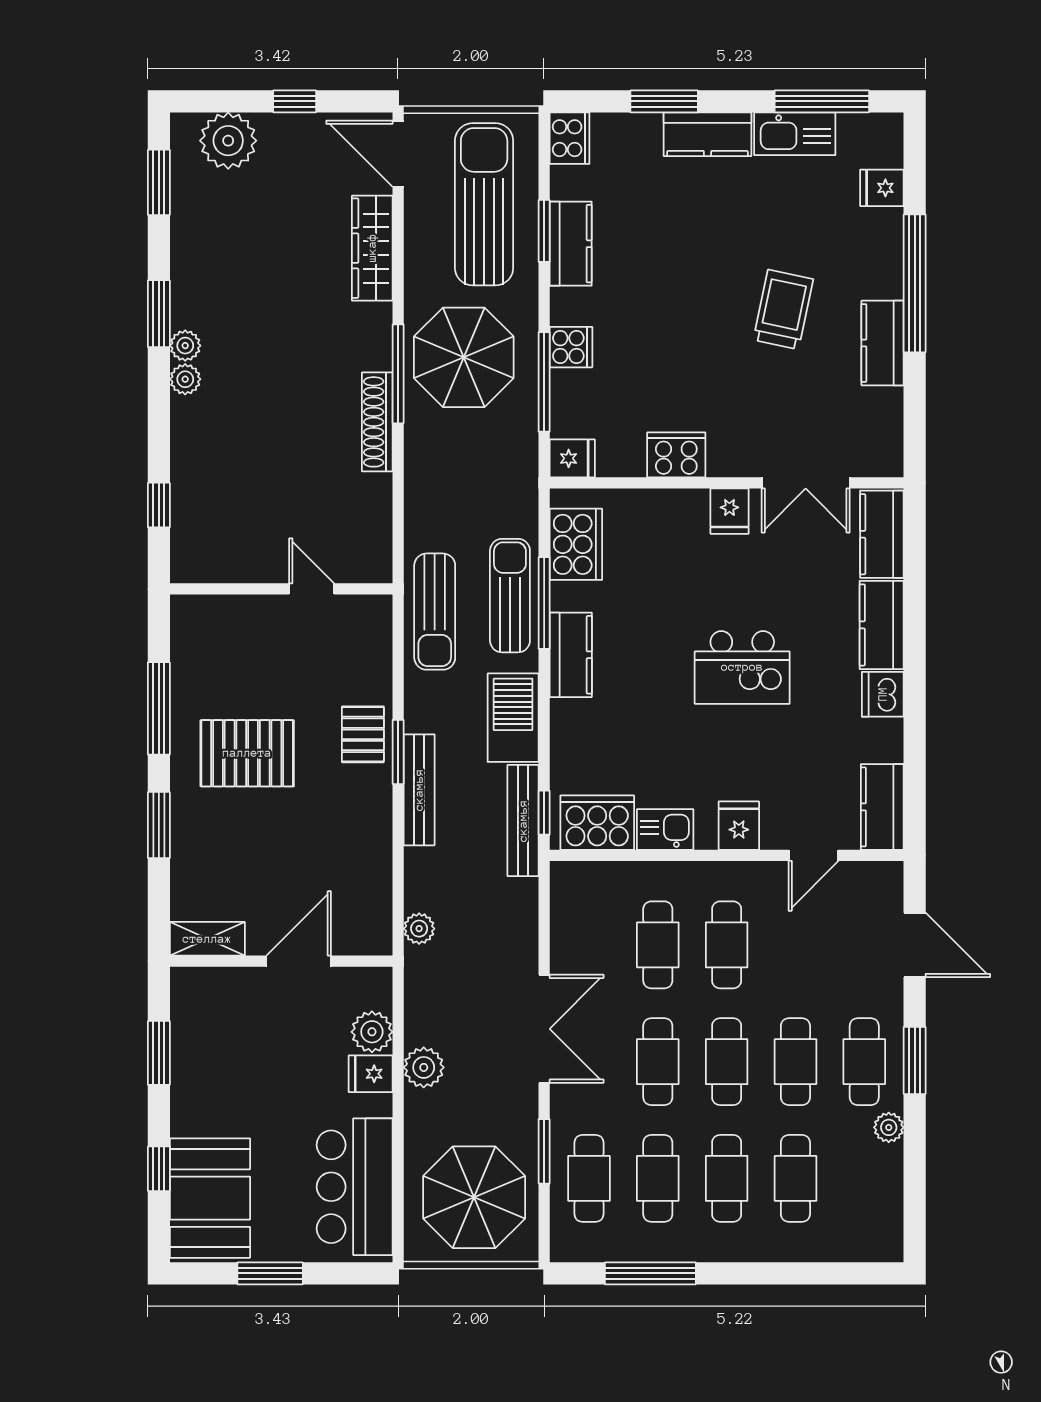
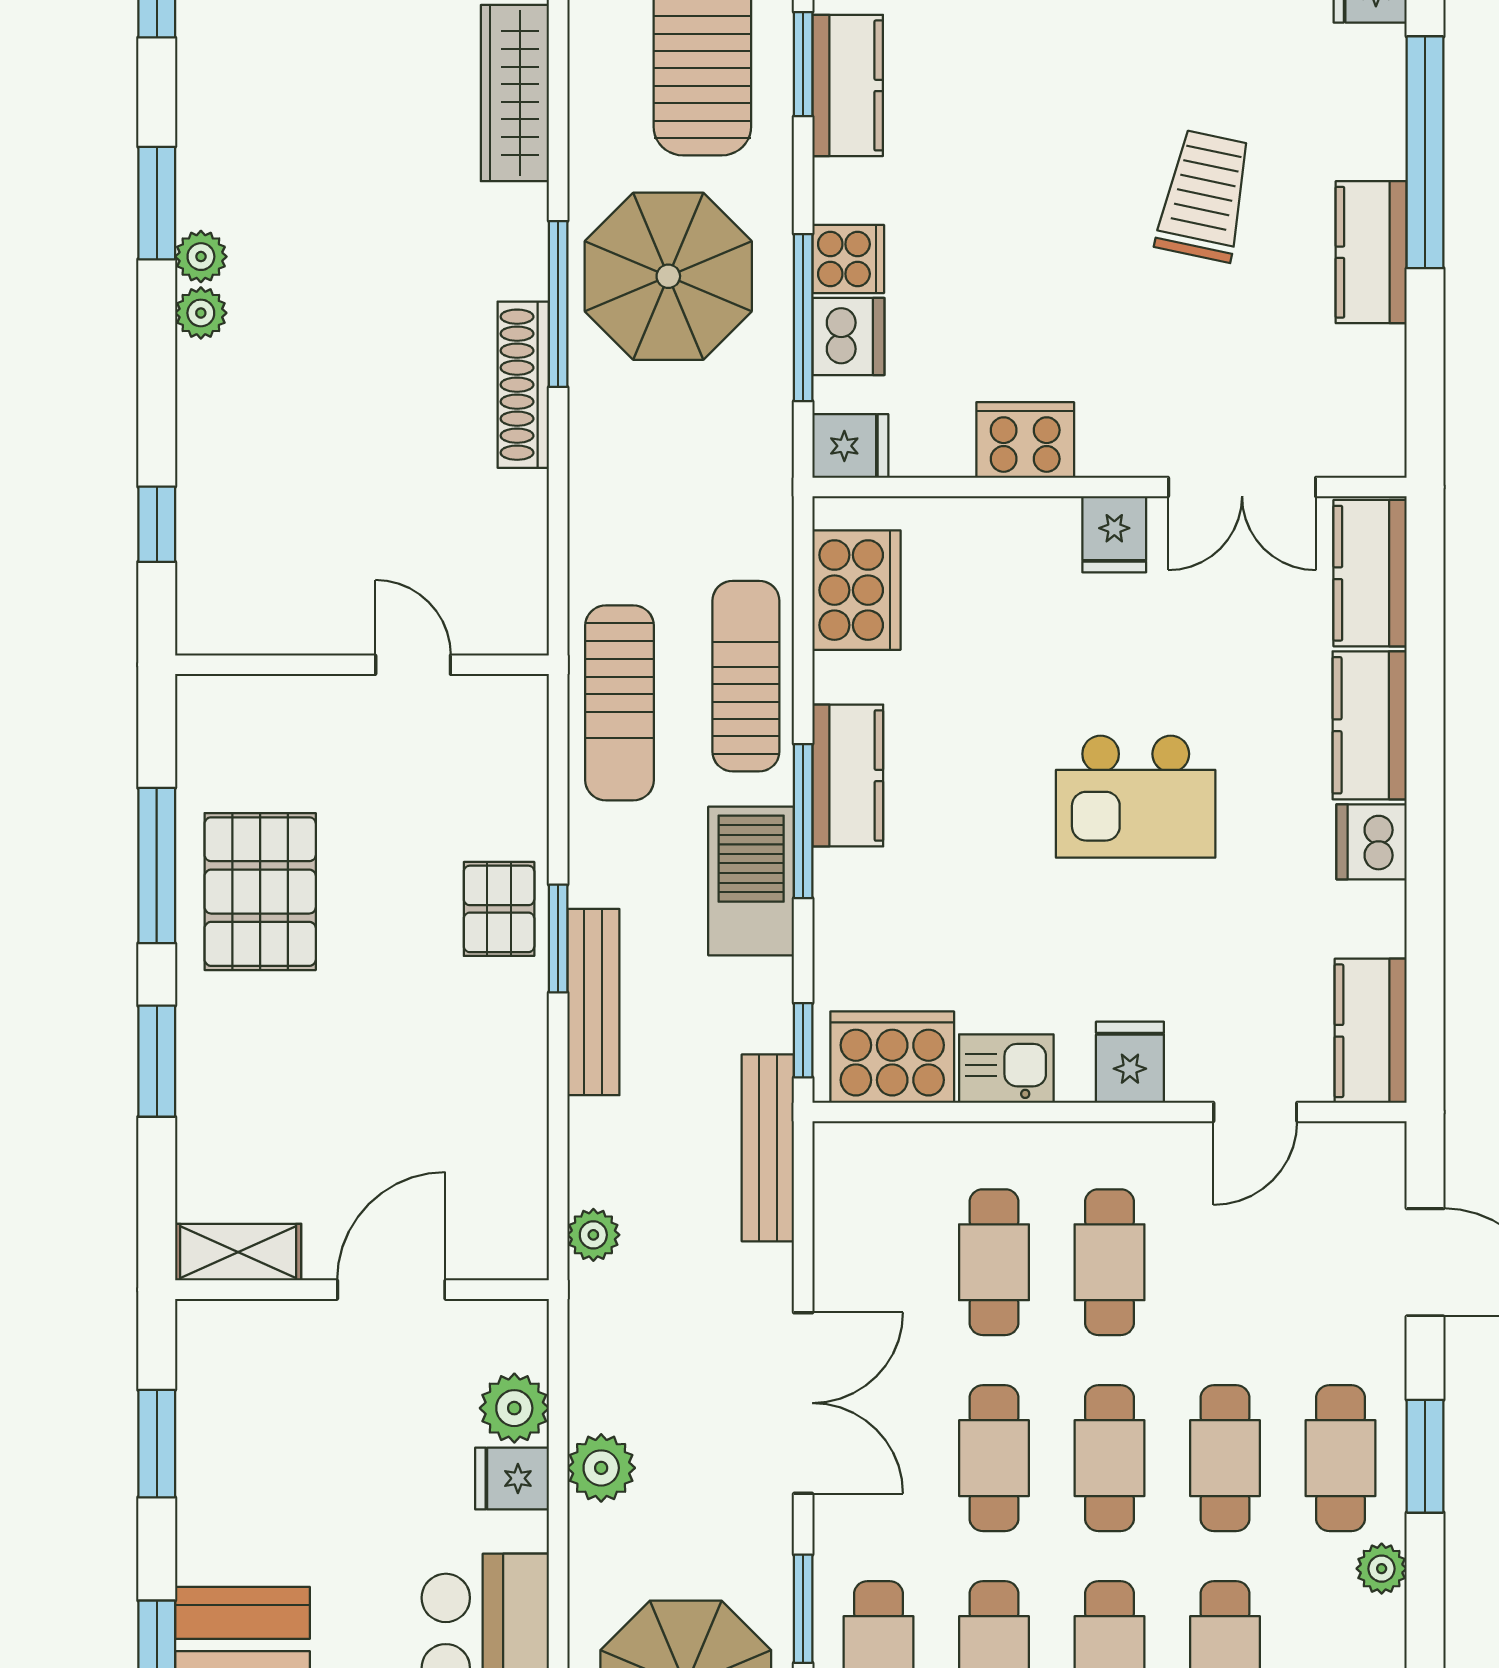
dishwasher: (571, 393) -> (848, 336), added
window: (544, 603) -> (803, 821), moved
pallet: (247, 753) -> (260, 892), moved, turned 90
bench: (523, 821) -> (768, 1148), moved

